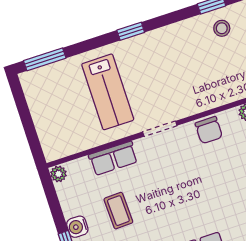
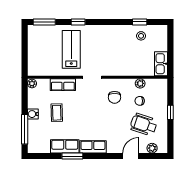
window: (131, 31) -> (78, 22), moved
lab bench: (108, 92) -> (71, 49), turned 180
chair: (209, 130) -> (115, 97), moved

